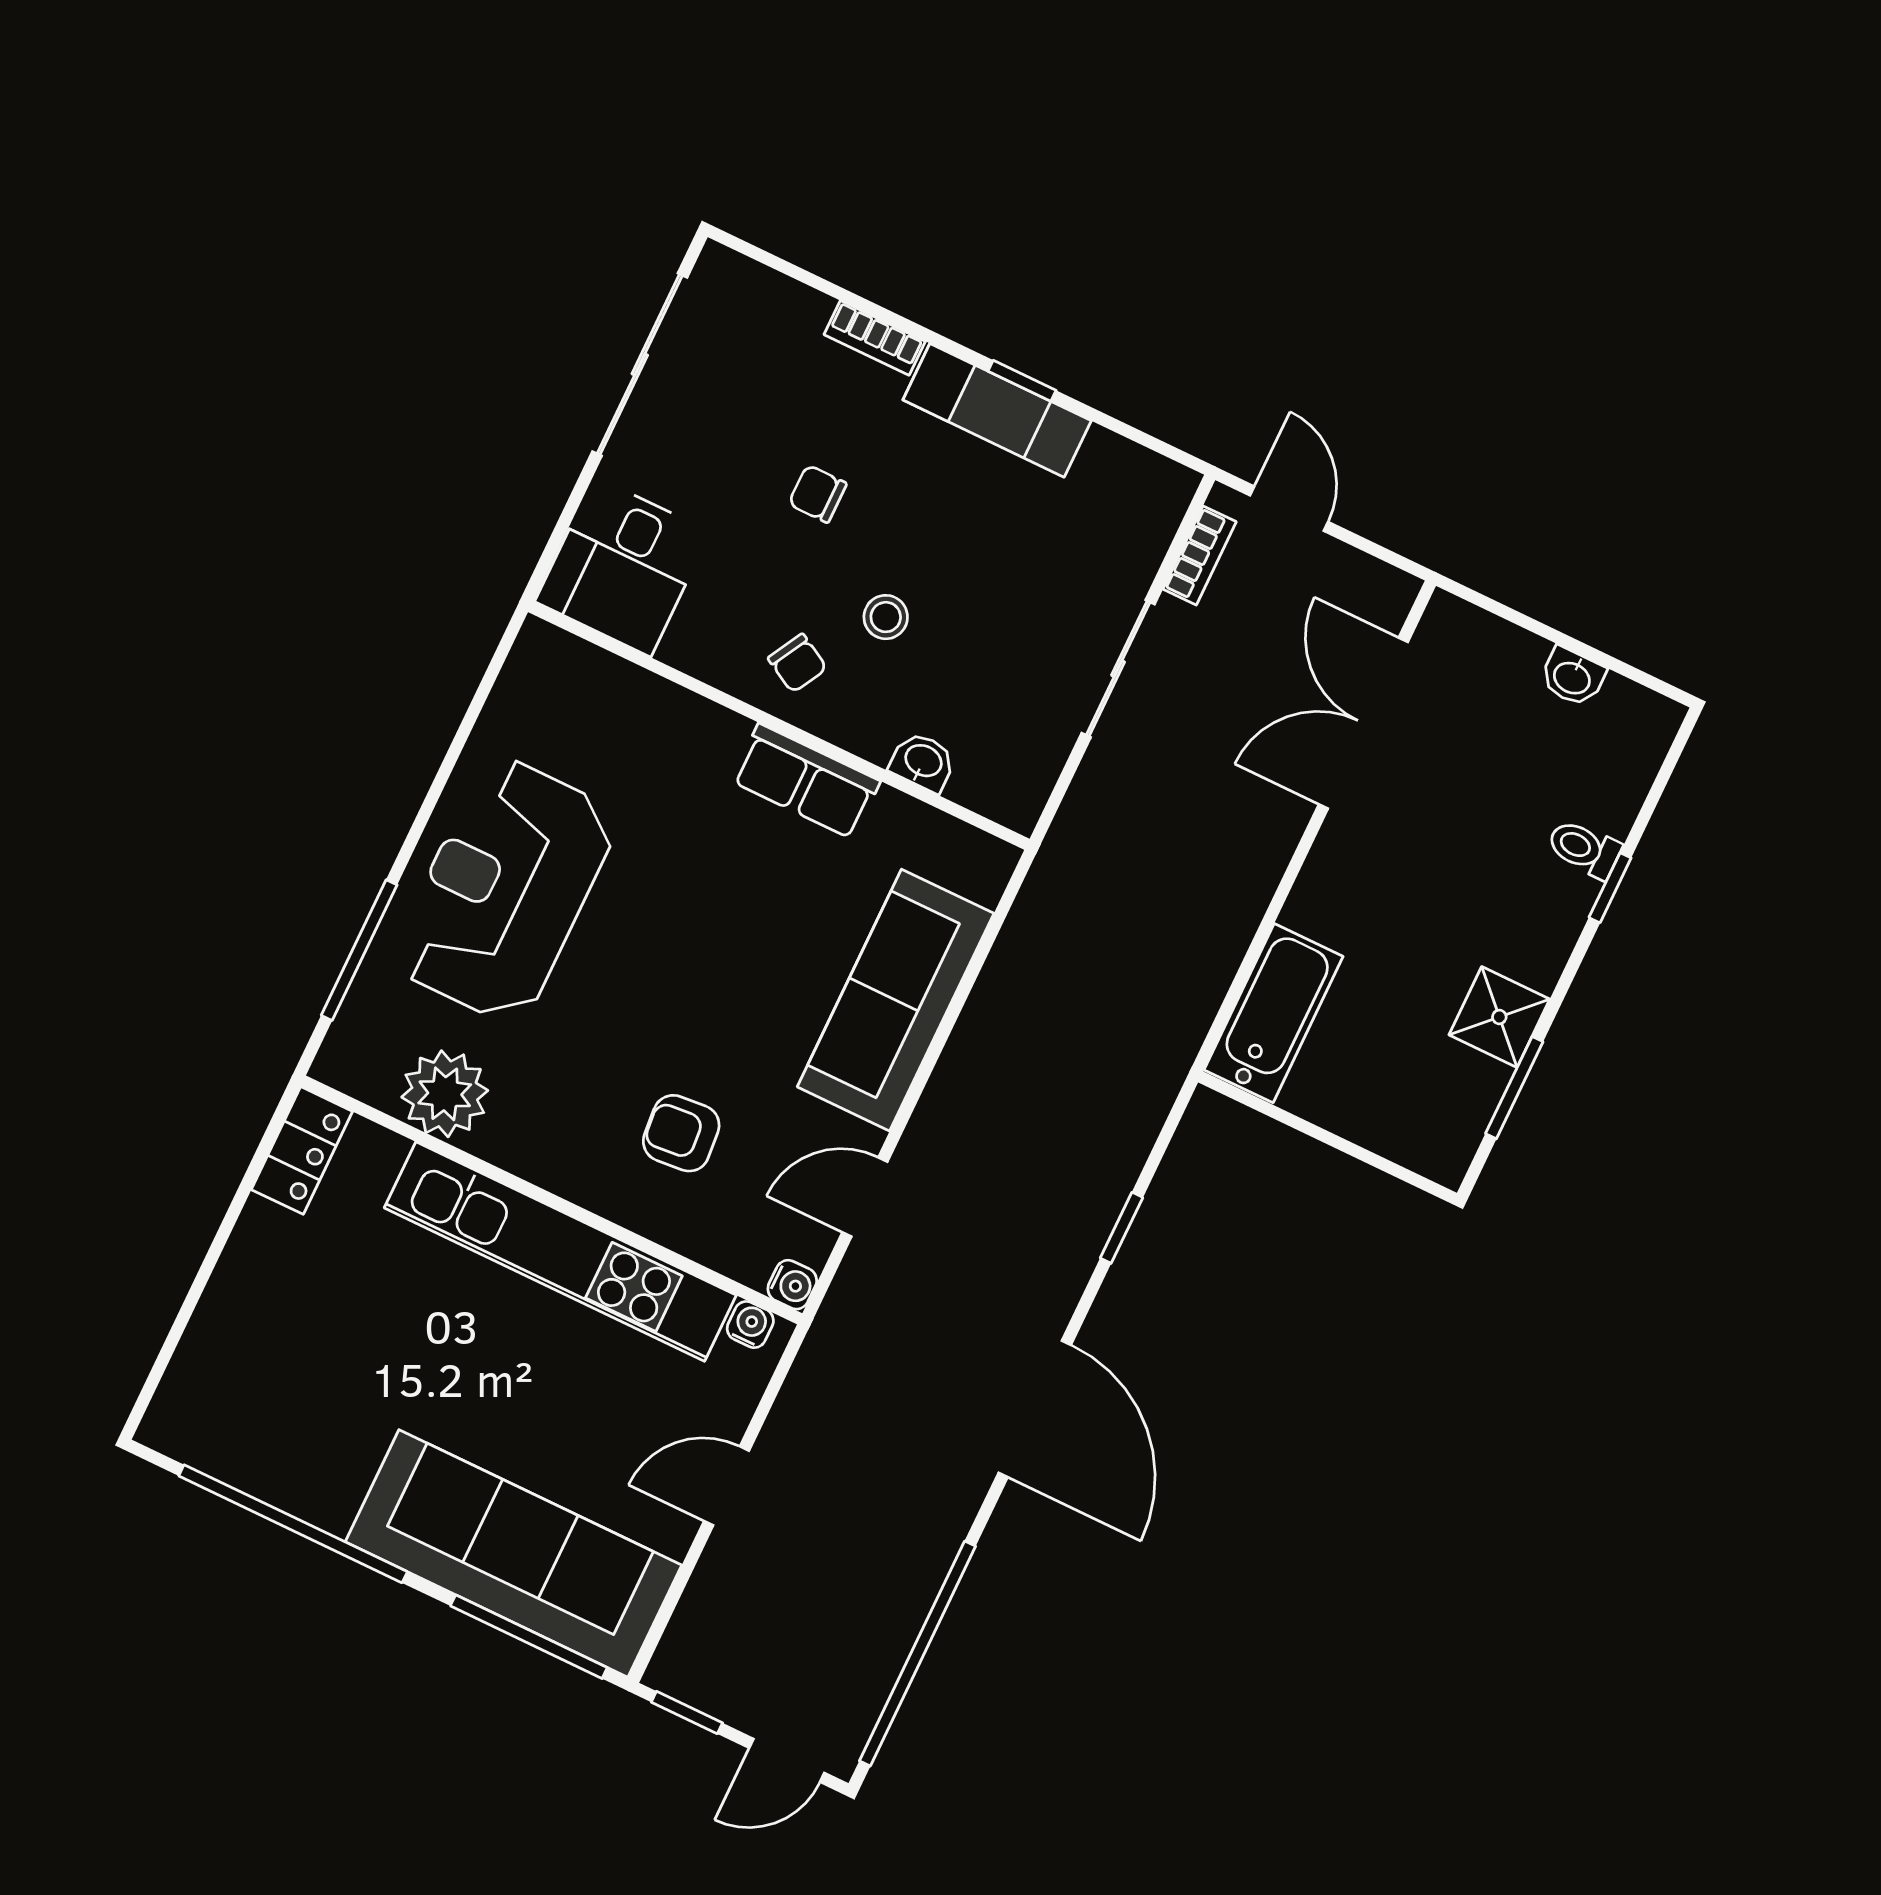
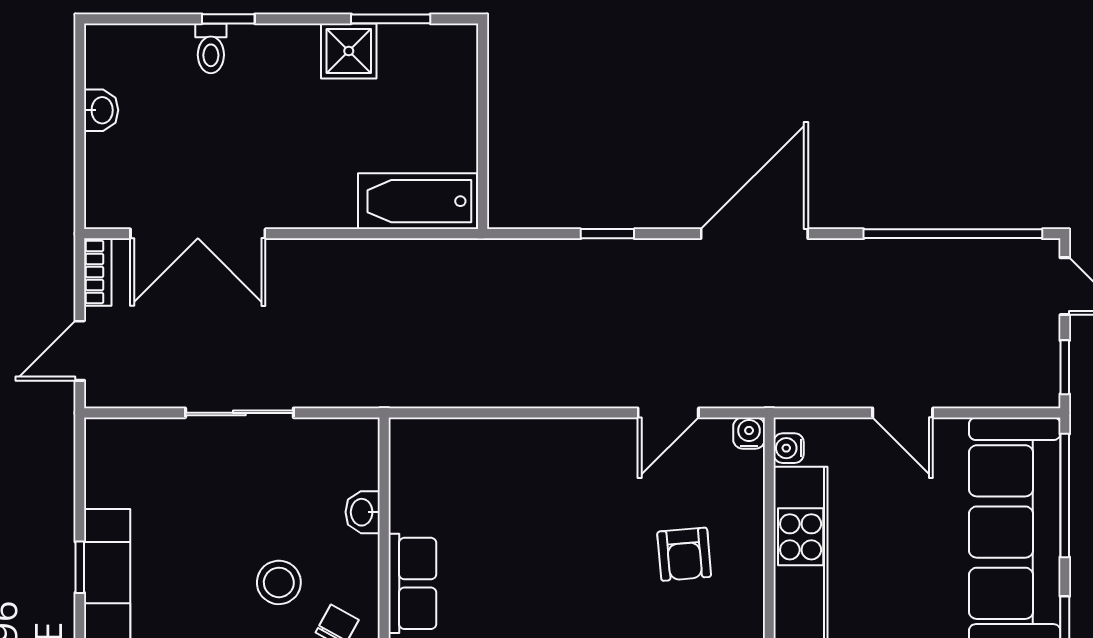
bookcase: (1200, 555) -> (98, 272), moved, turned 90
stool: (886, 617) -> (279, 582), width x1.37, depth x1.37
sofa: (896, 1000) -> (529, 455), removed
door: (865, 1197) -> (668, 413), hinge flipped

